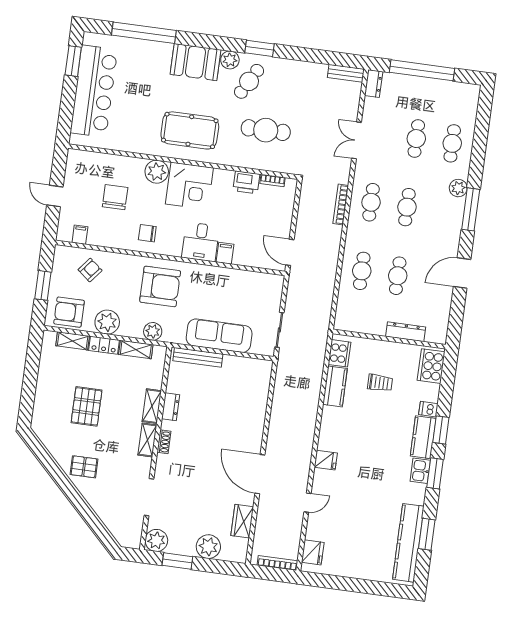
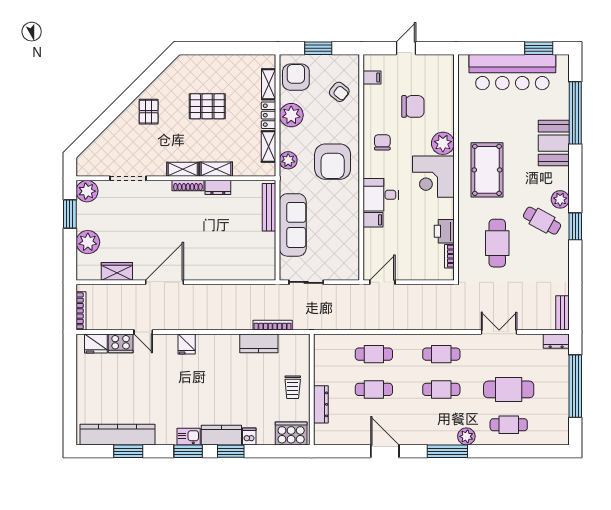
booth: (195, 62) -> (554, 143), moved
cafe table: (416, 139) -> (509, 389), width x1.37, depth x1.35
bookcase: (341, 205) -> (273, 325), moved
cooker: (339, 353) -> (121, 343), moved
trolley: (380, 383) -> (293, 387), moved
shoe rack: (164, 442) -> (188, 186), width x1.43

